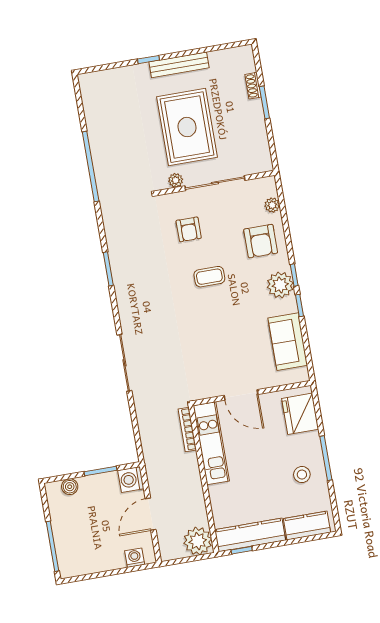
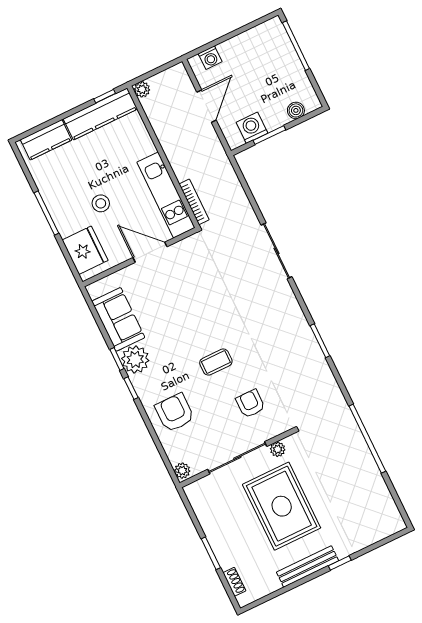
shoe rack: (253, 86) -> (234, 582), moved
plant: (272, 205) -> (182, 471), moved
plant: (280, 285) -> (135, 360), moved
stool: (302, 475) -> (101, 203), moved
washing machine: (131, 480) -> (252, 128), moved, turned -90
plant: (198, 541) -> (142, 89), width x0.53, depth x0.53

